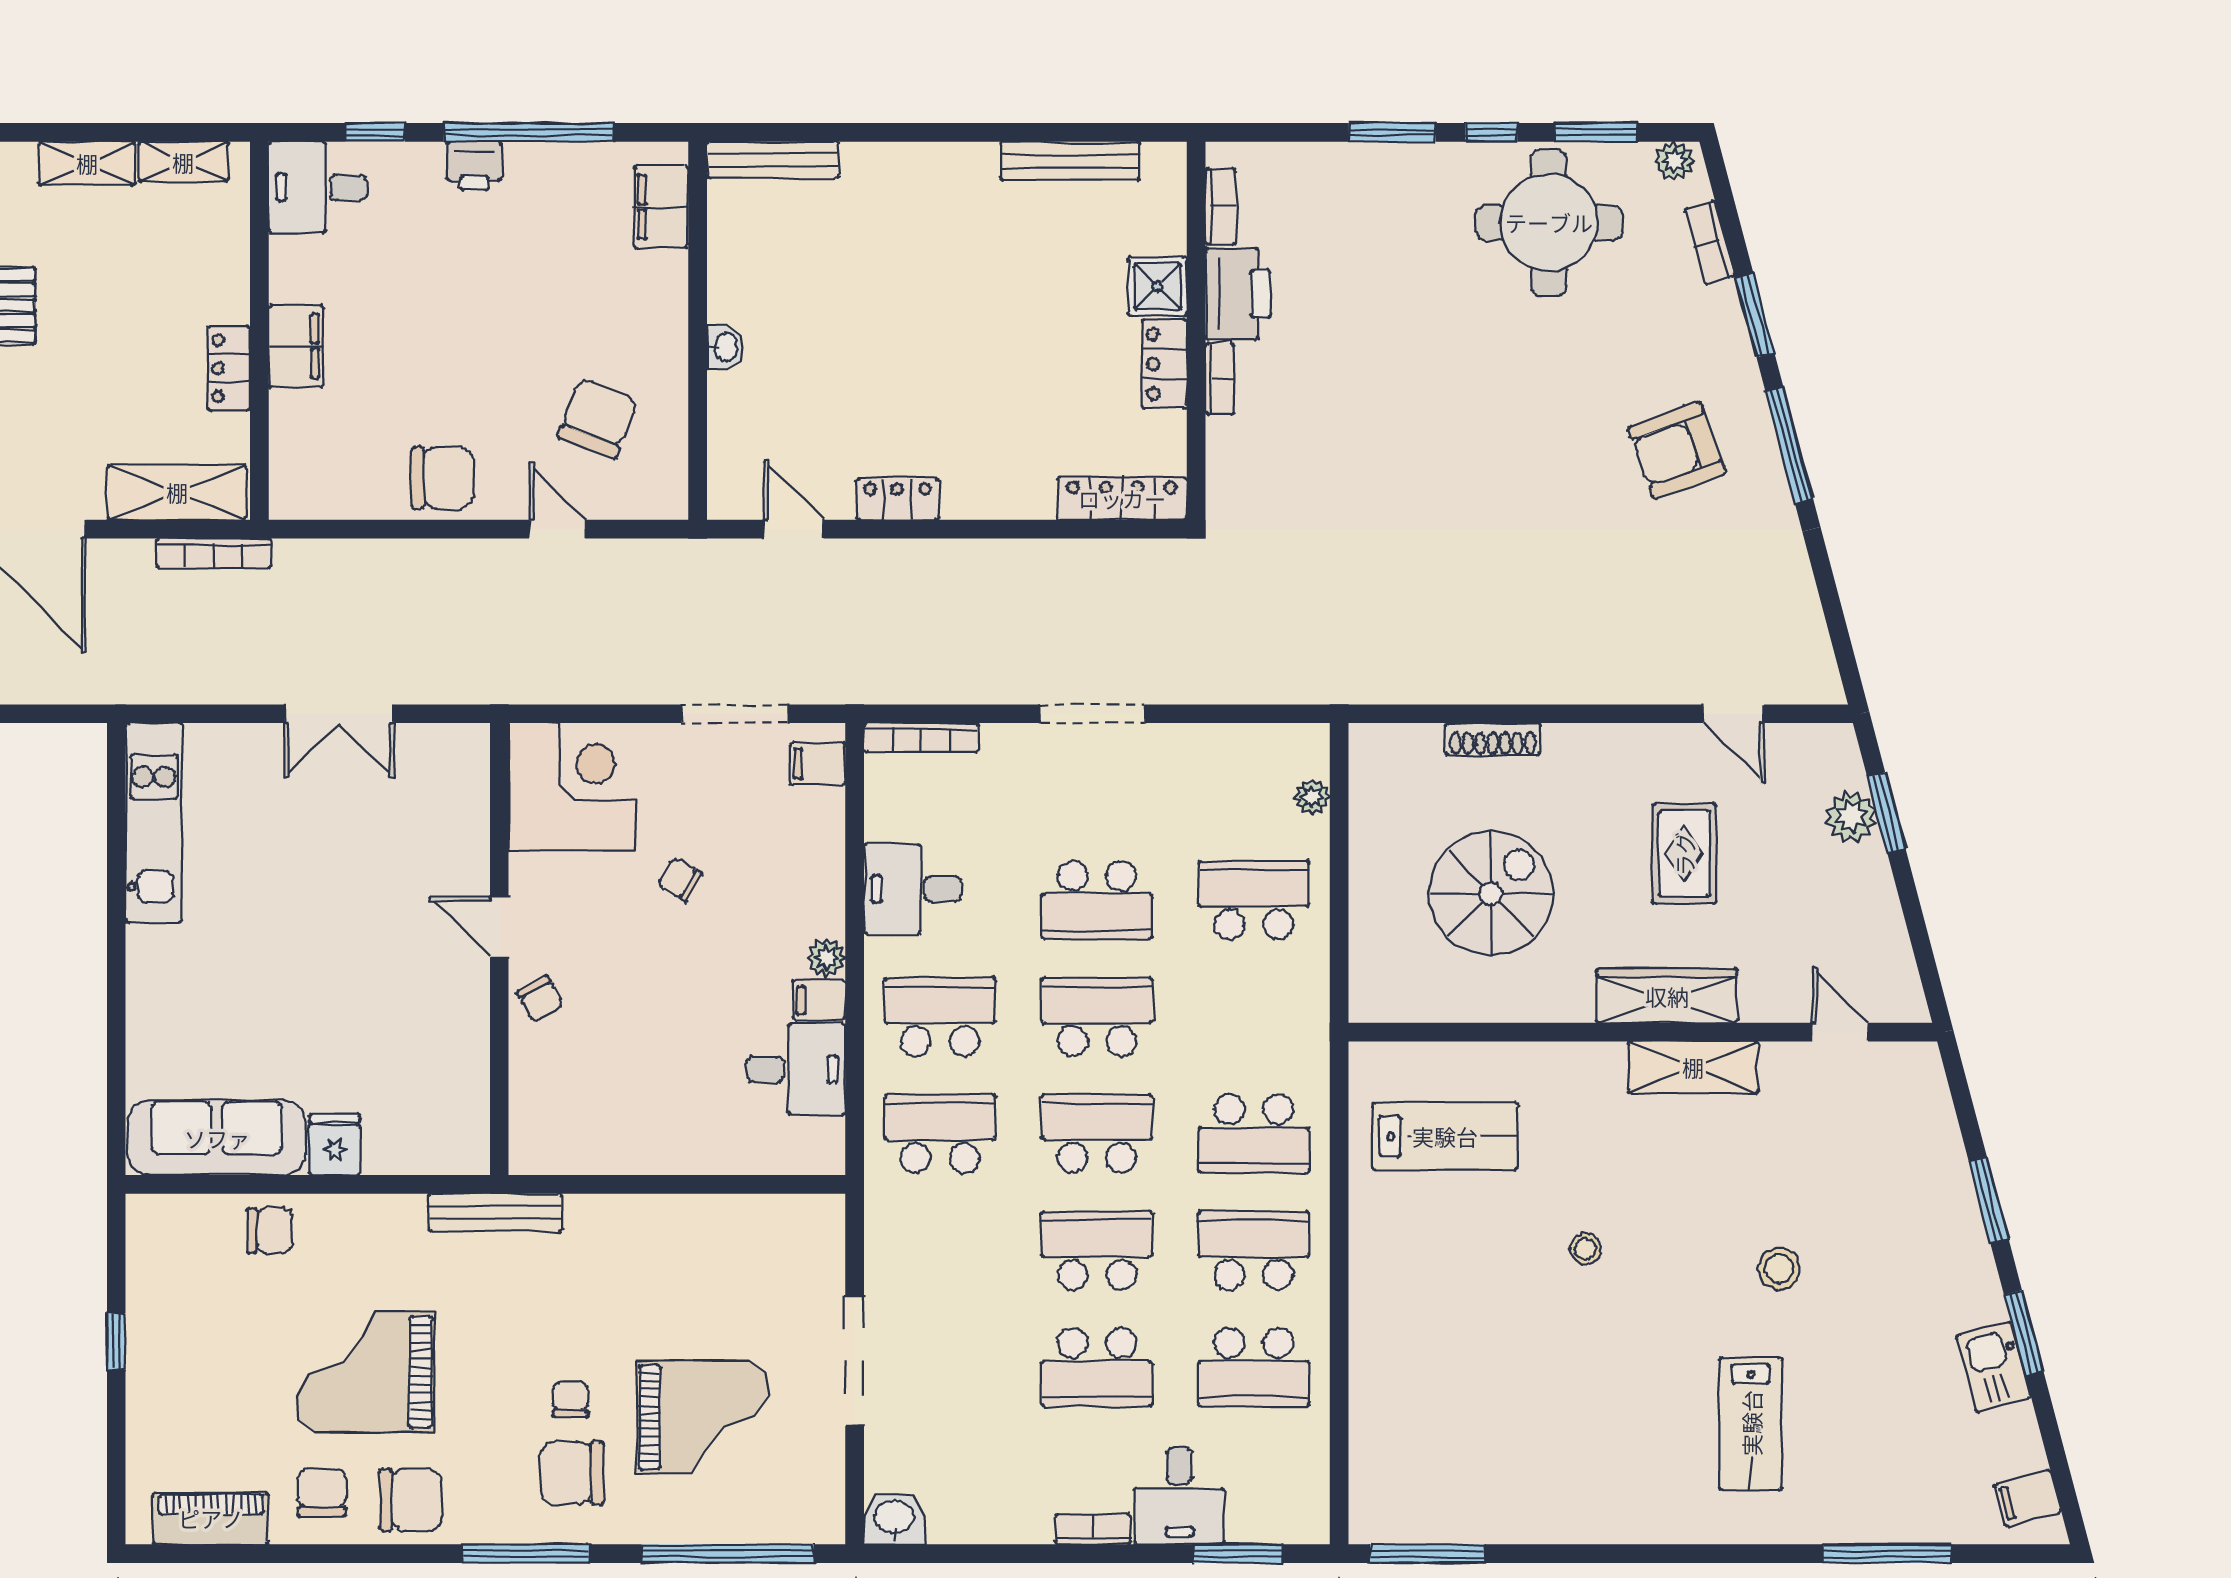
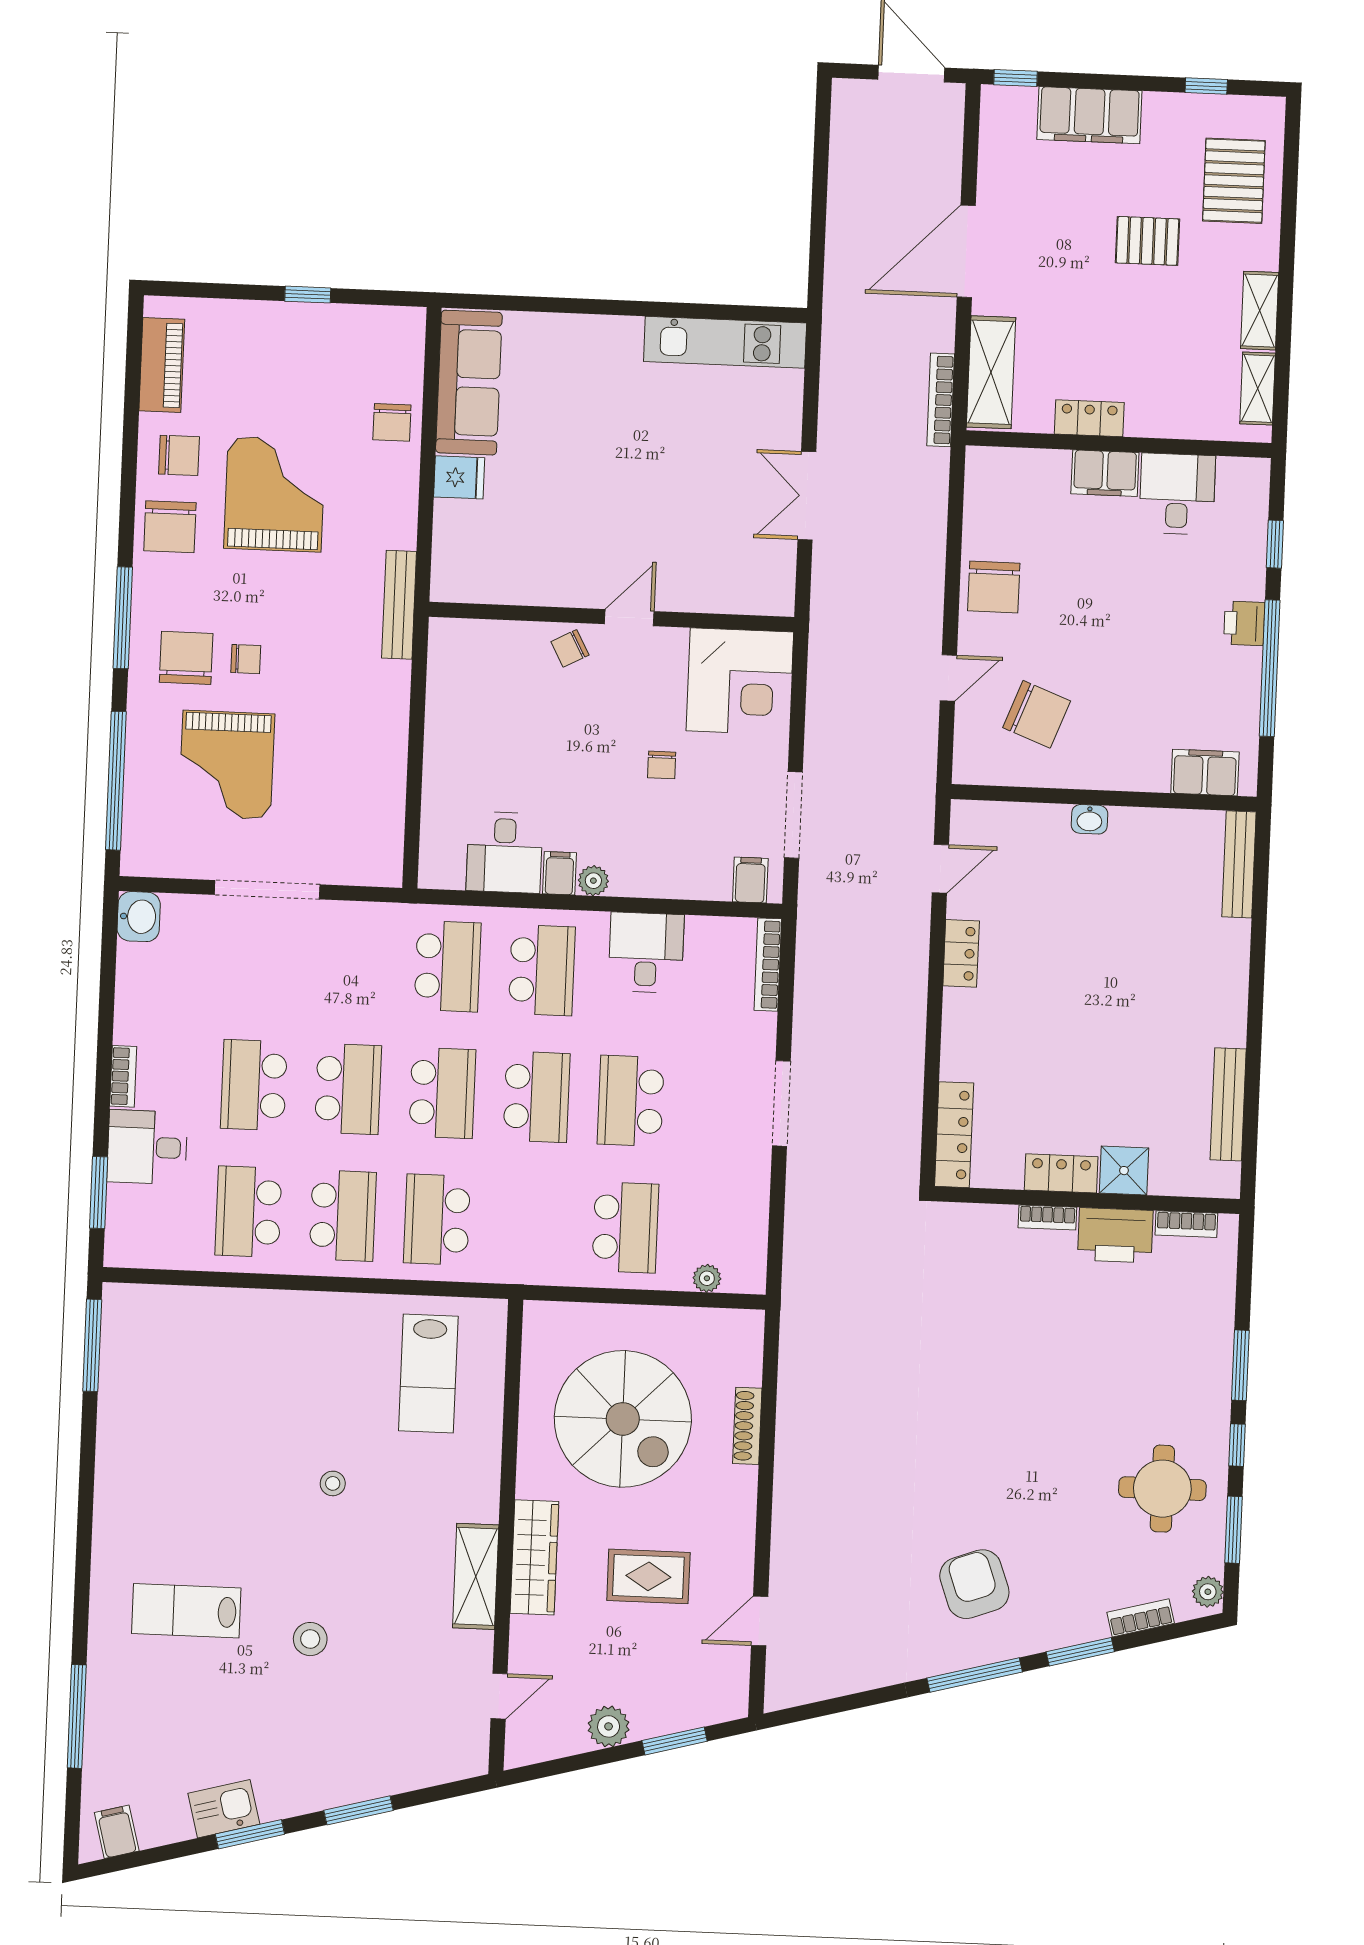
desk: (318, 187) -> (1177, 494), moved
round table: (1549, 222) -> (1162, 1489), width x0.73, depth x0.73
plant: (1851, 817) -> (609, 1726), moved
chair: (680, 879) -> (662, 765), turned 150
spiral stairs: (1491, 893) -> (623, 1419), width x1.37, depth x1.37

